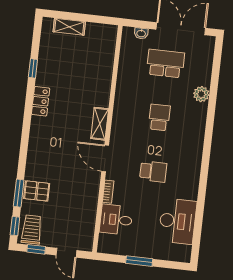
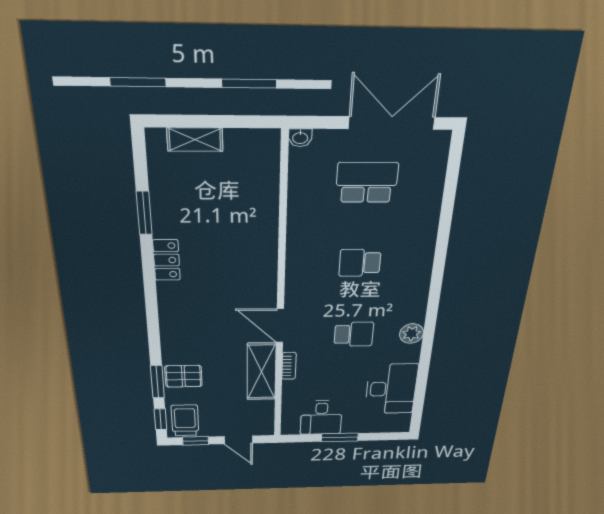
washbasin: (141, 33) -> (300, 138), moved
window: (33, 68) -> (144, 213), width x1.50
plant: (201, 94) -> (412, 334), moved
school desk: (159, 117) -> (360, 263), turned -90
shelving: (100, 124) -> (261, 372), moved, width x1.50, depth x1.33
desk: (116, 220) -> (321, 418), moved, turned -90

